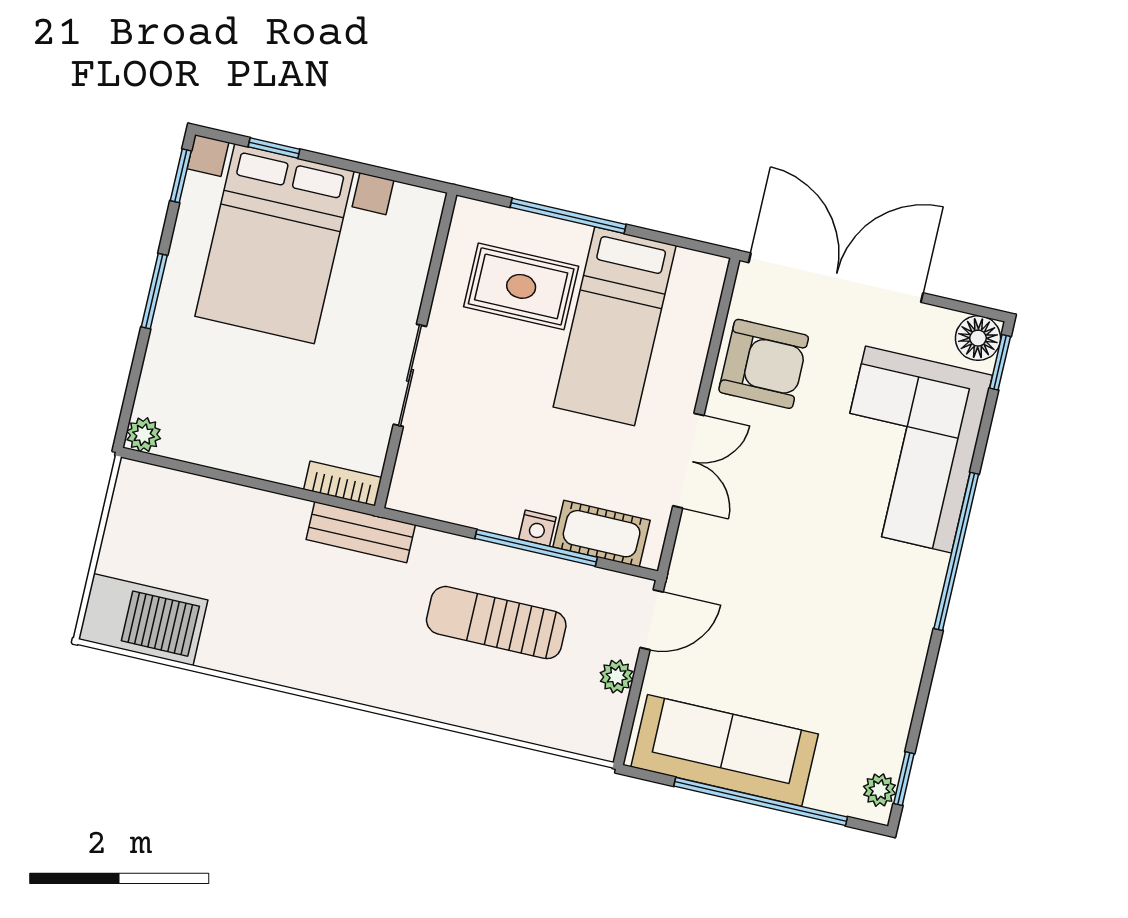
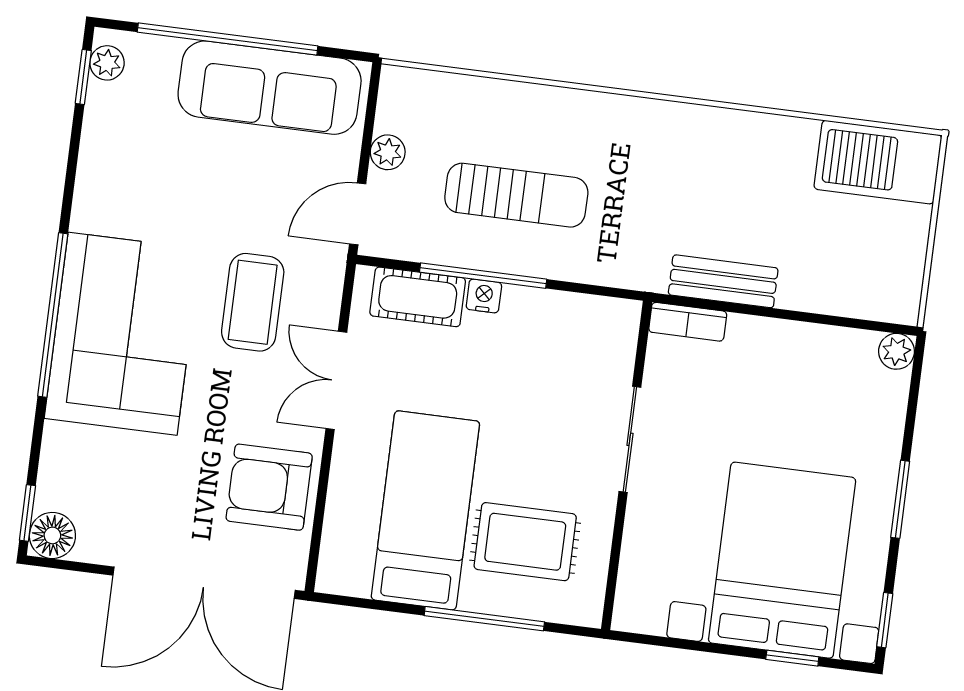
corner sofa: (908, 449) -> (123, 334), moved
bench: (361, 532) -> (723, 281), moved
coffee table: (762, 544) -> (253, 302), added

